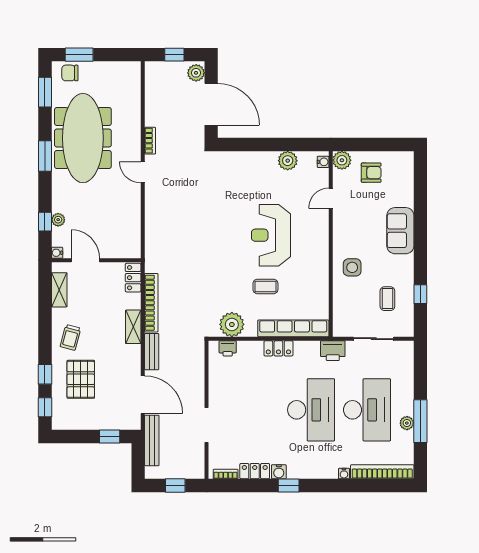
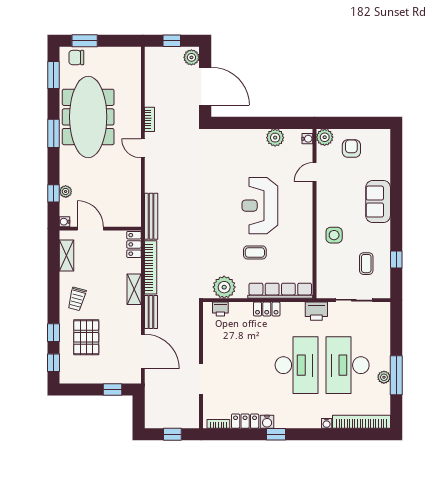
armchair: (371, 173) -> (351, 149), turned -90
desk: (367, 410) -> (348, 365), turned 180
bench: (152, 440) -> (151, 216), moved

